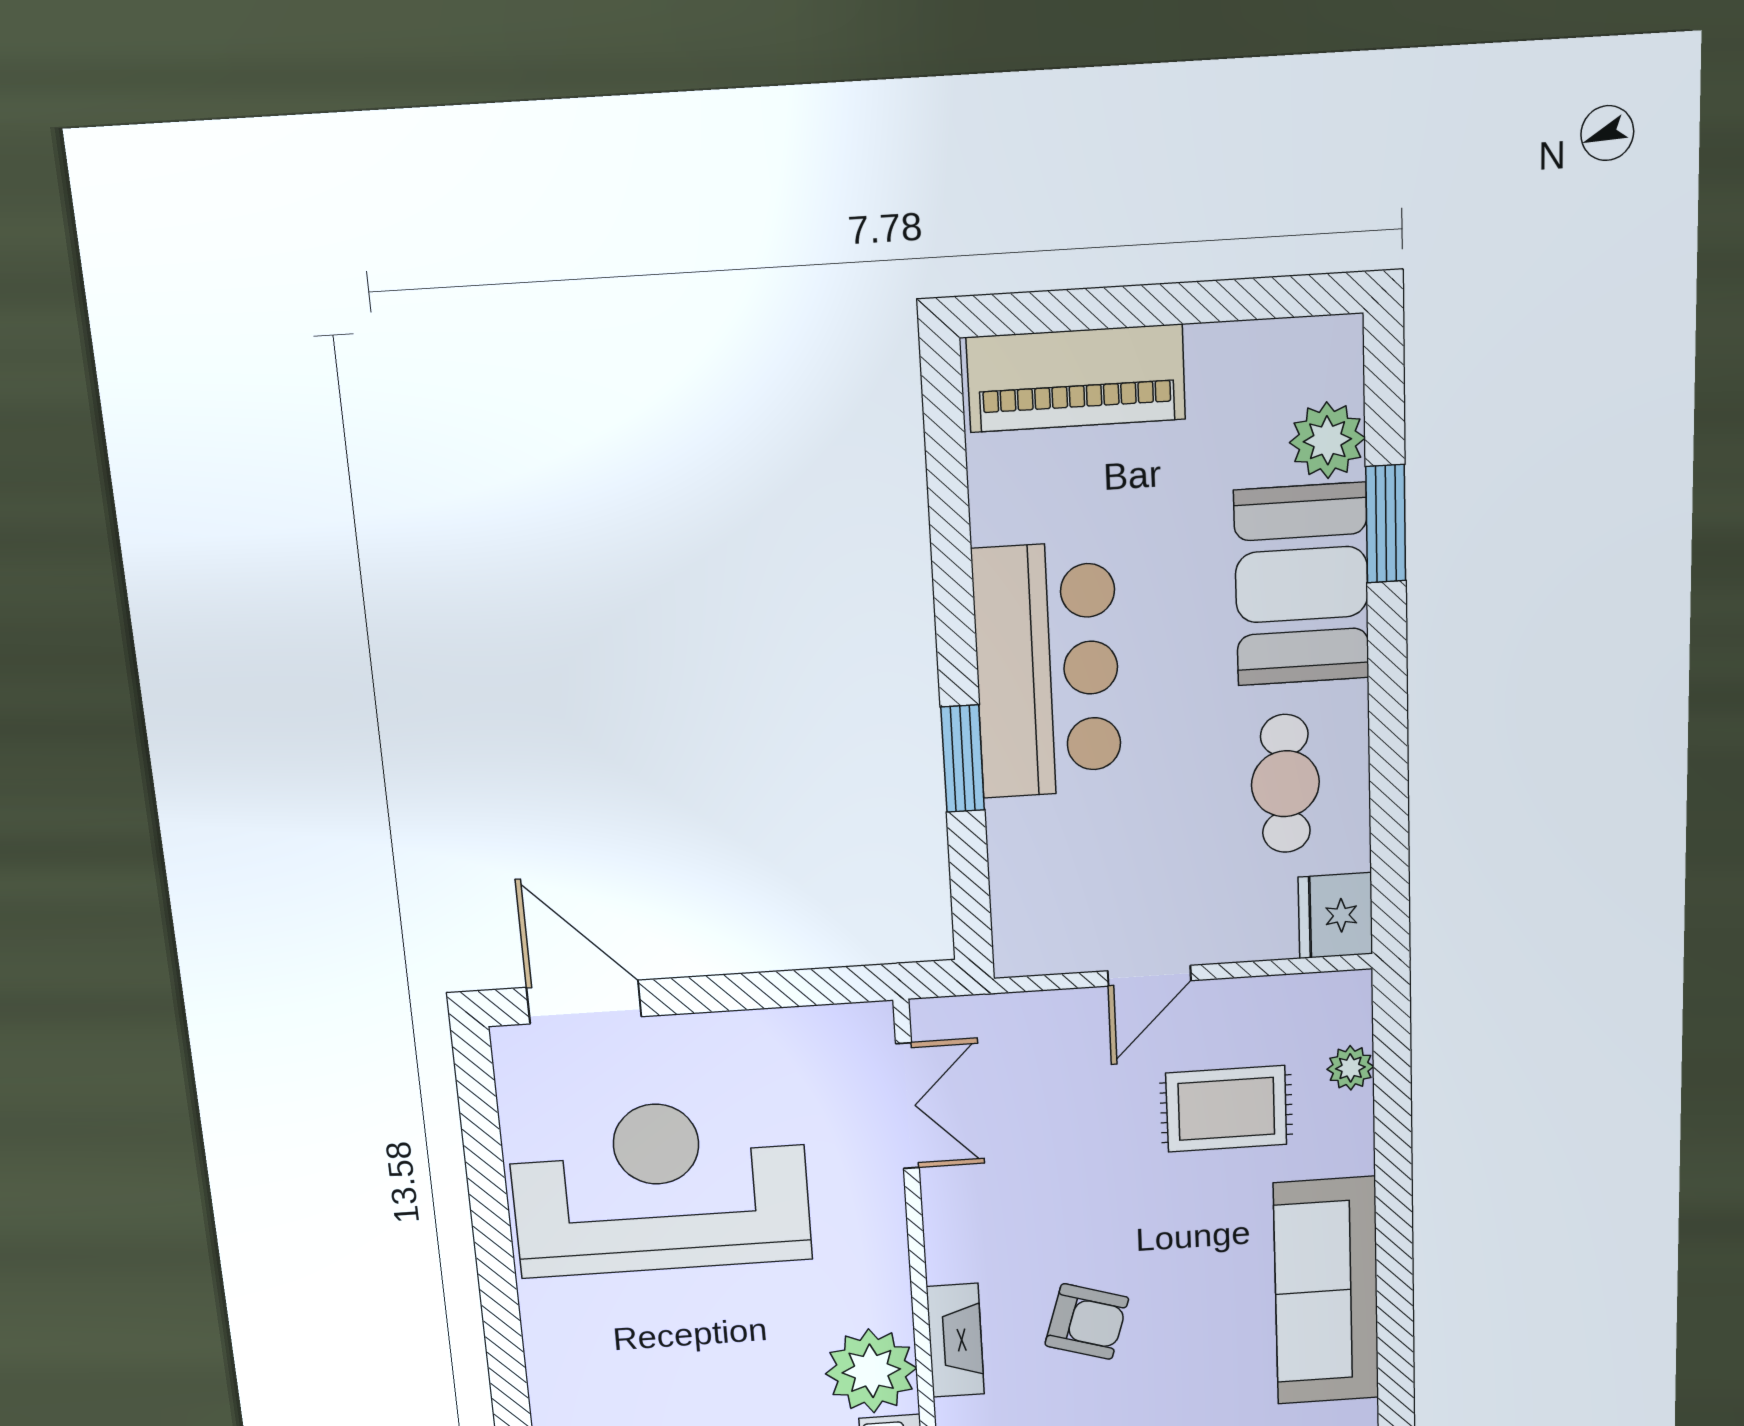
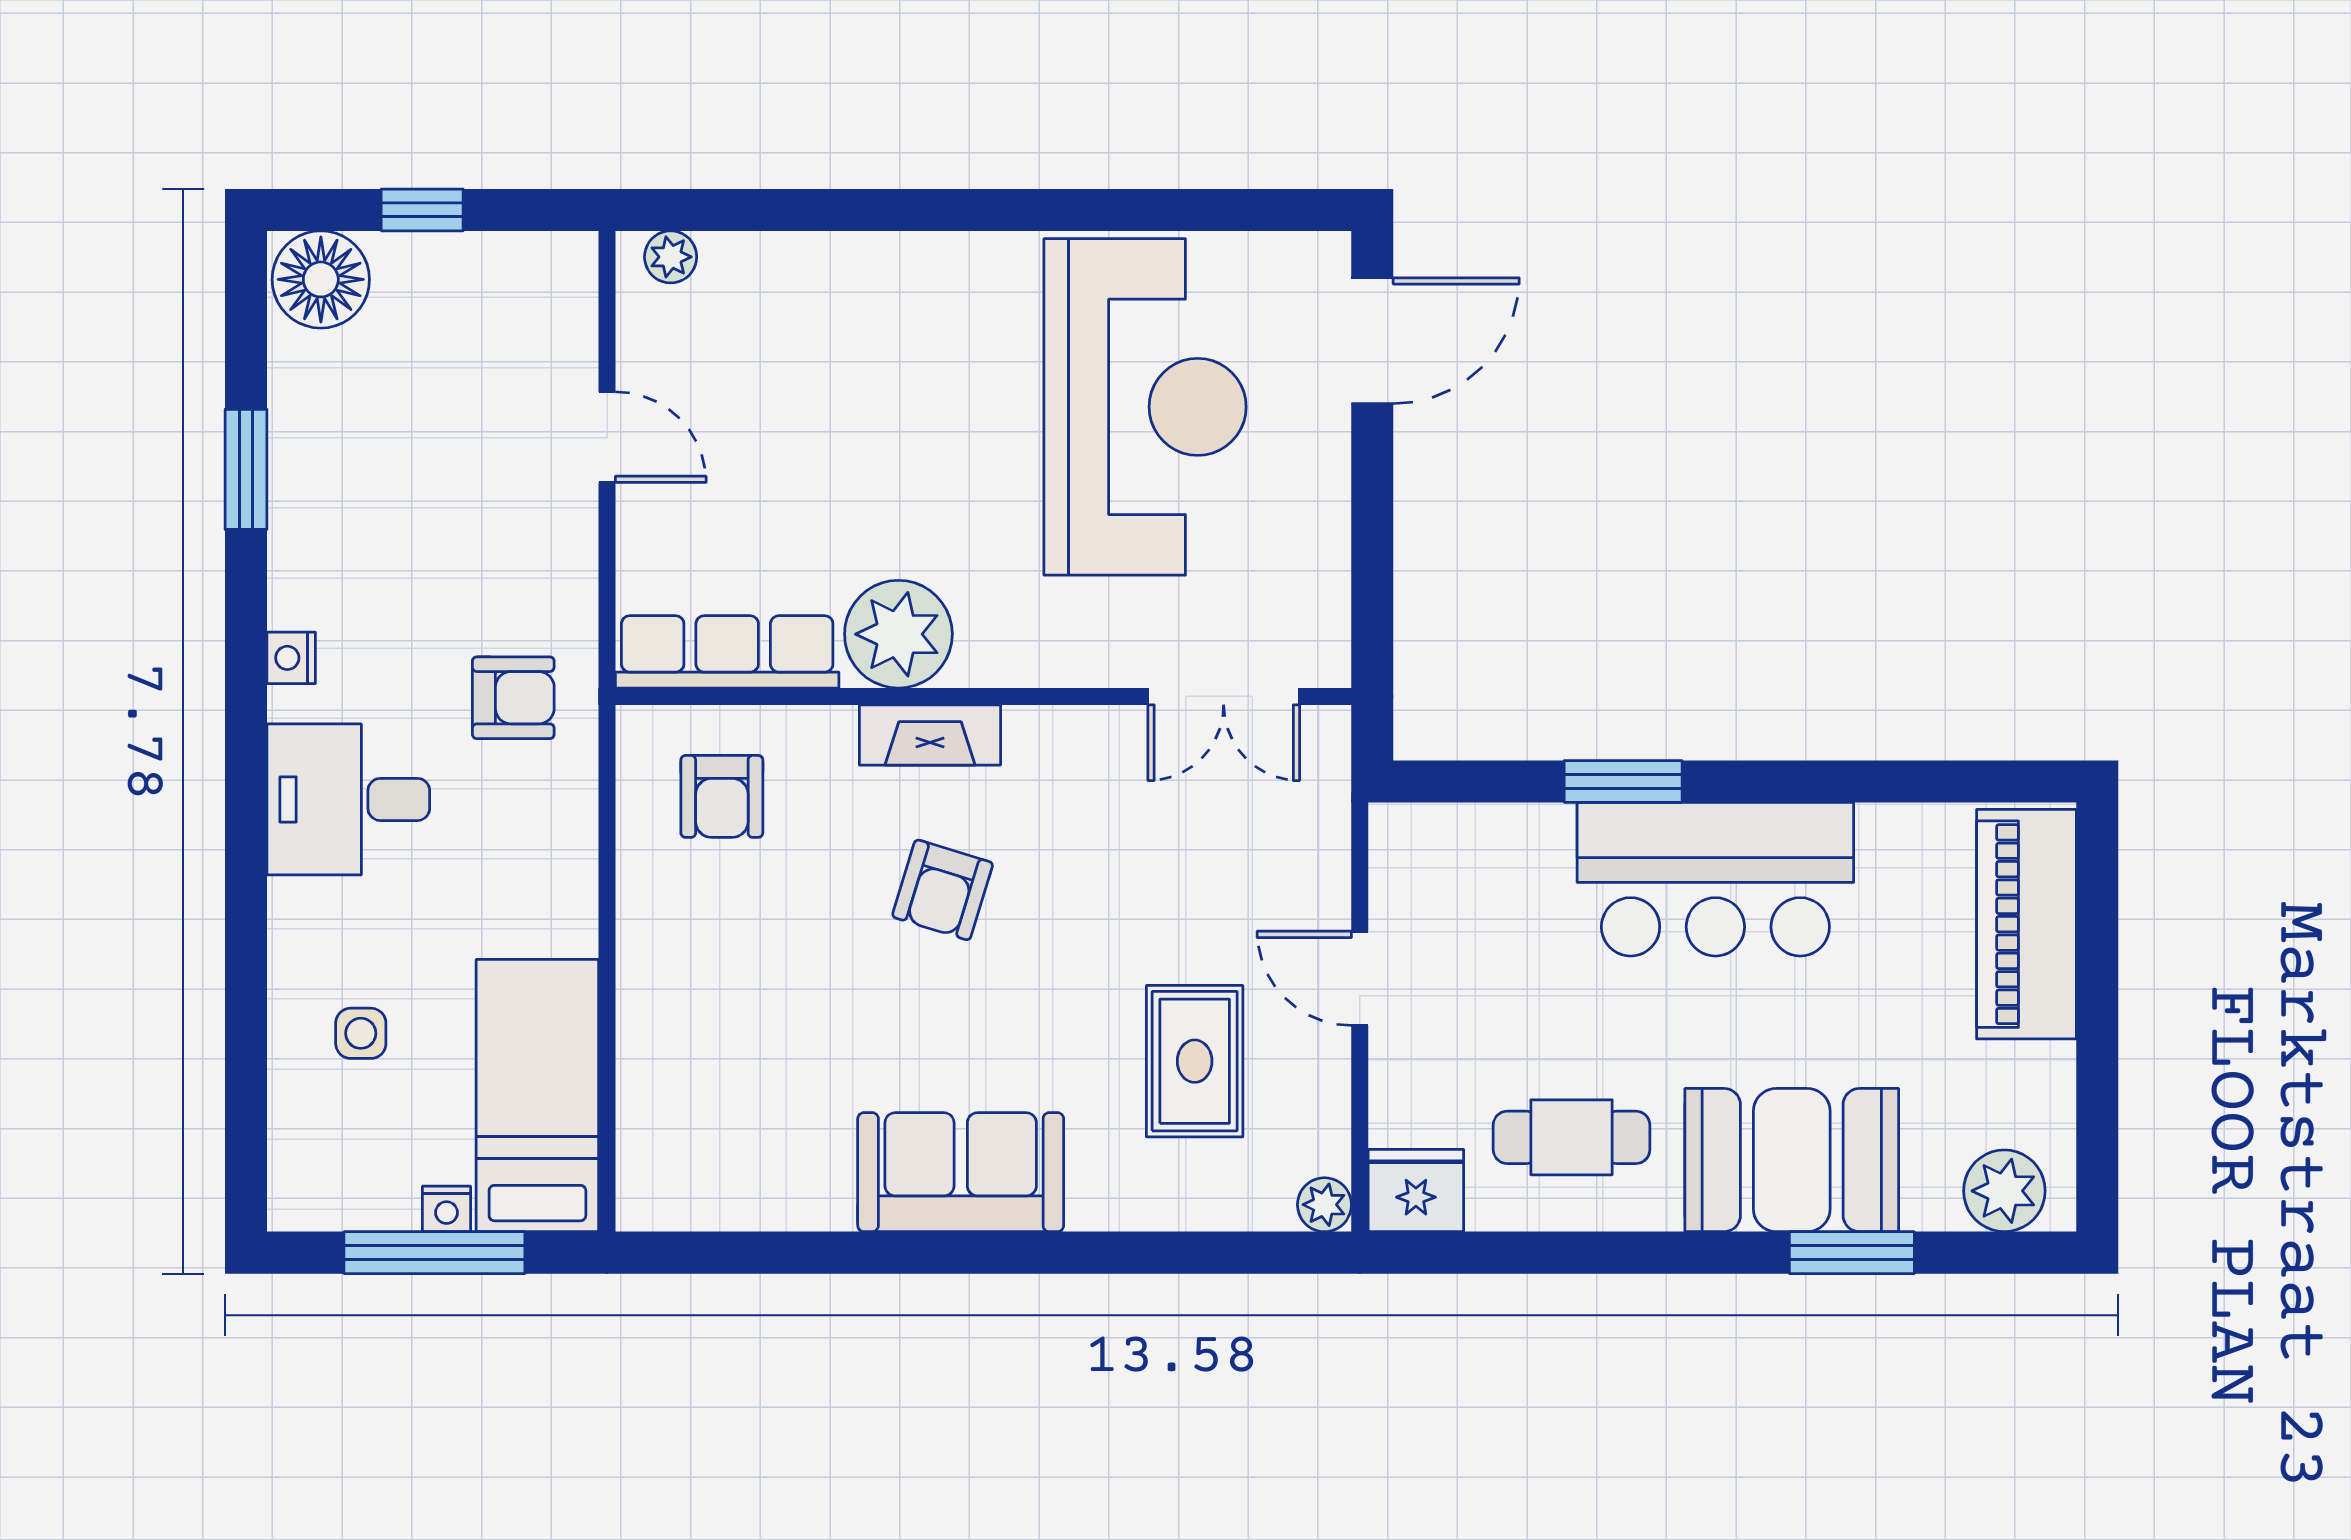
plant: (1327, 440) -> (2004, 1191), moved
plant: (1350, 1068) -> (1324, 1205), moved
sofa: (1326, 1291) -> (961, 1172), width x0.73

